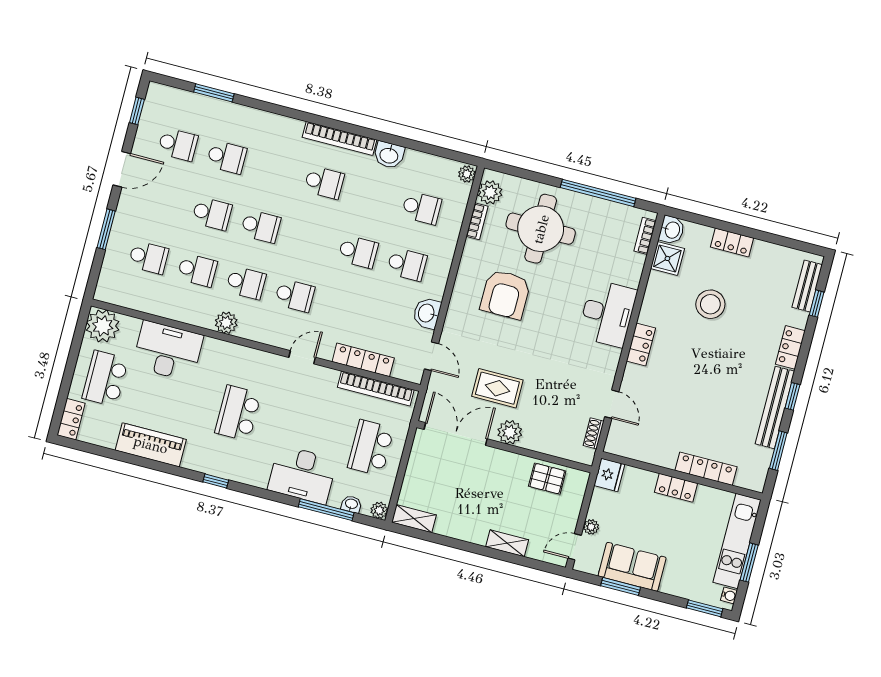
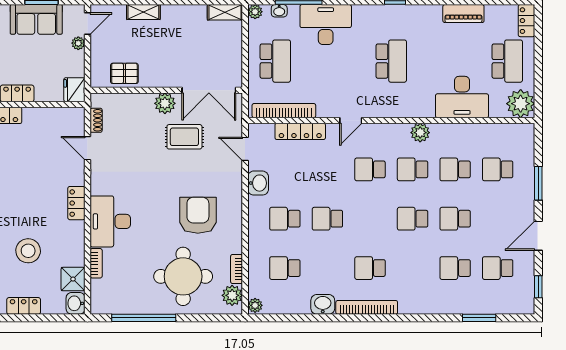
bookcase: (645, 236) -> (96, 263), moved
piano: (151, 445) -> (463, 14), width x0.73, depth x0.75

